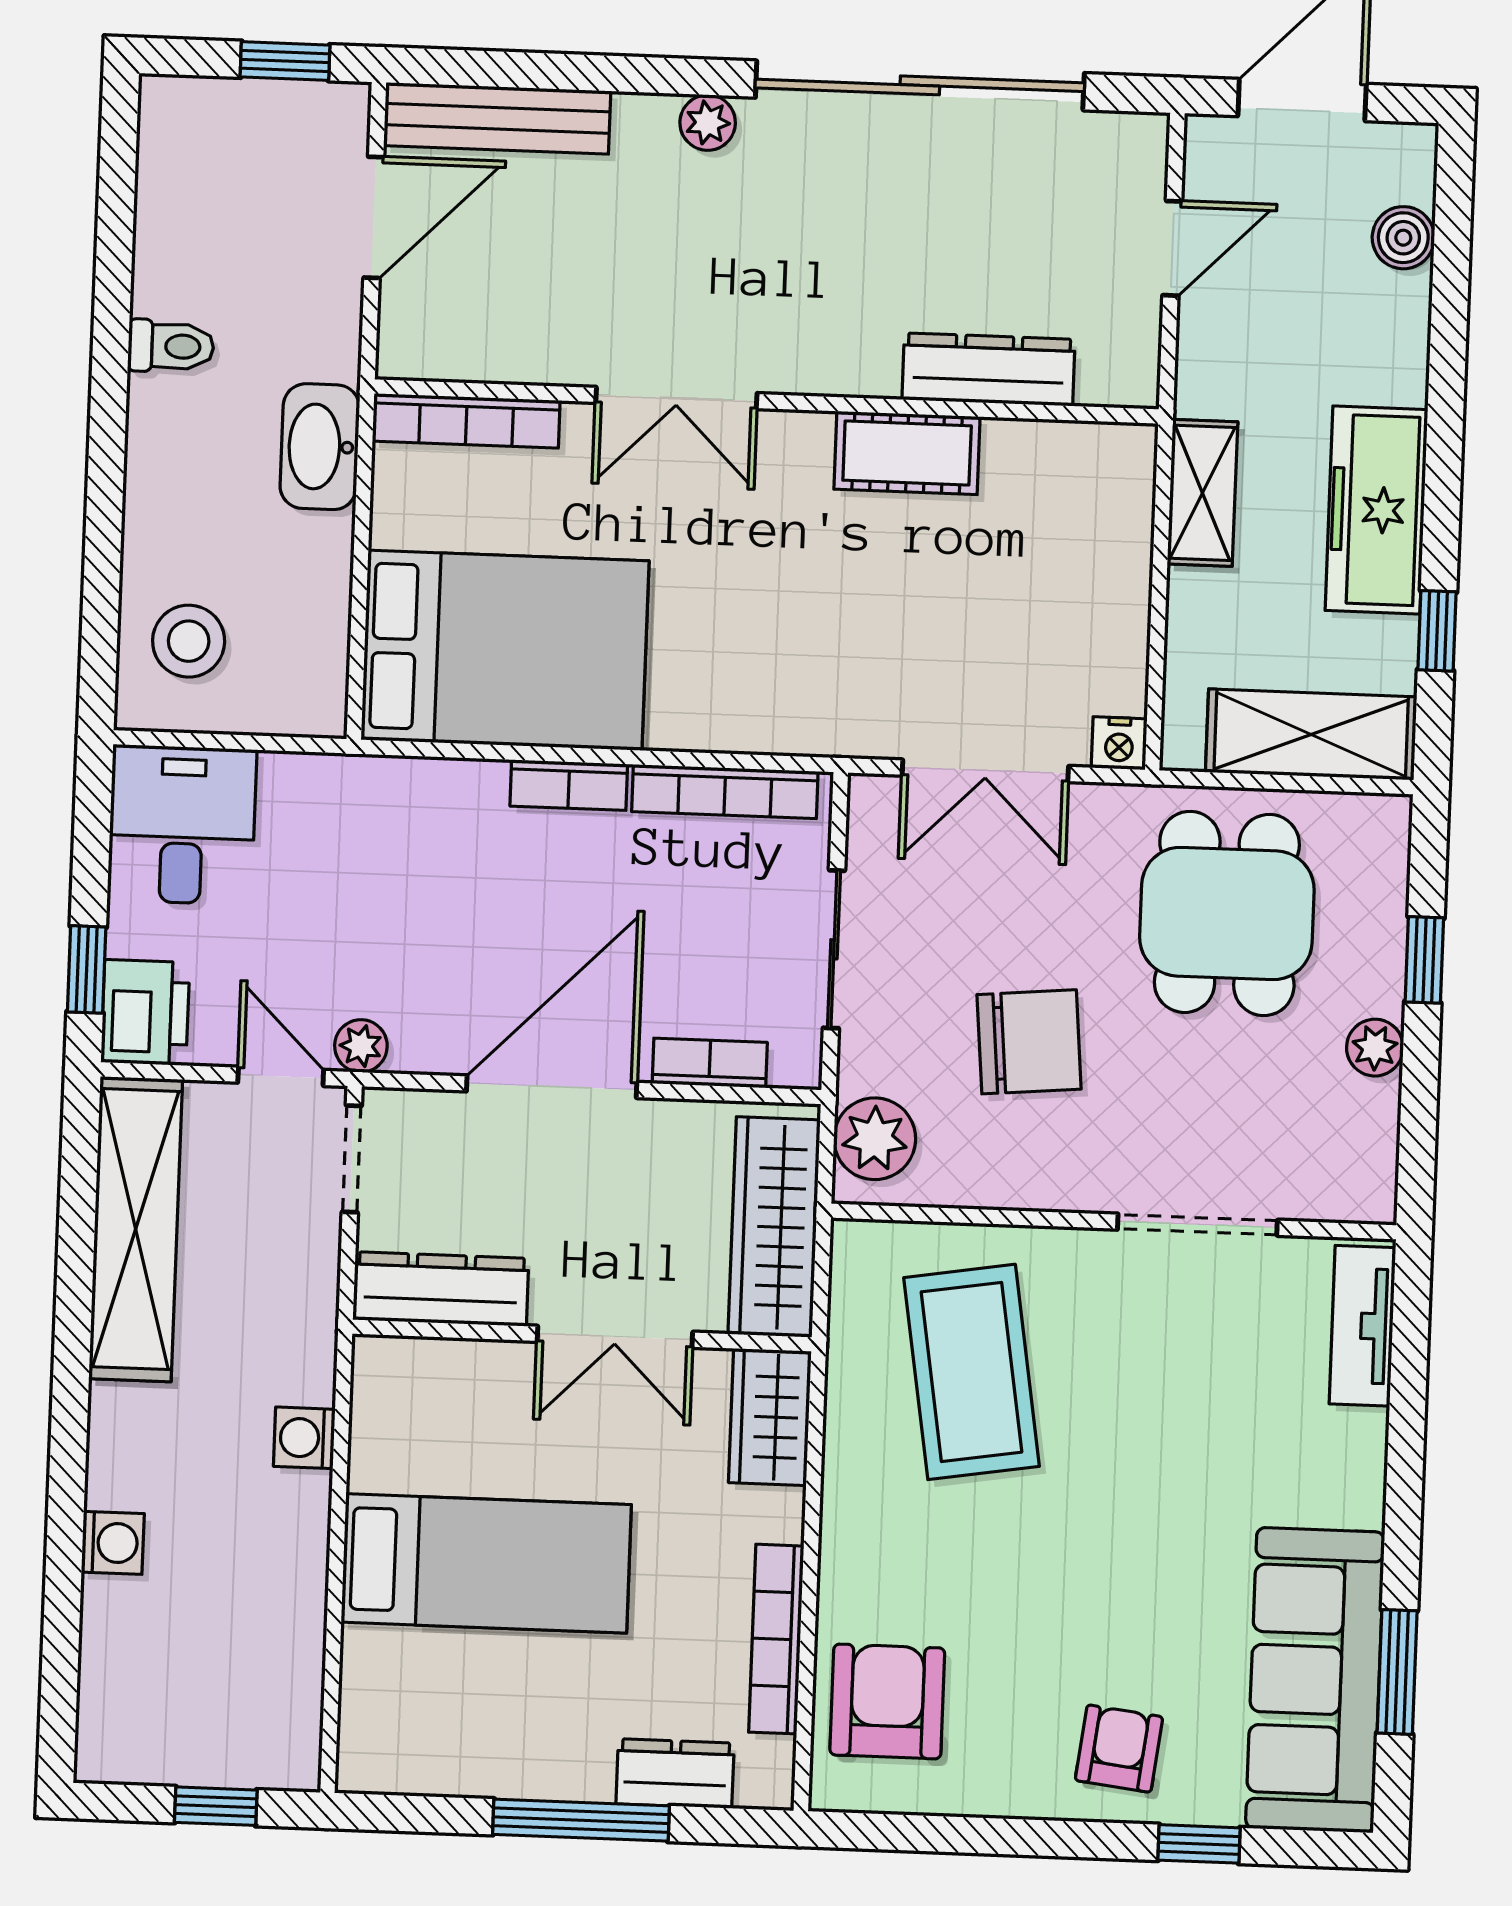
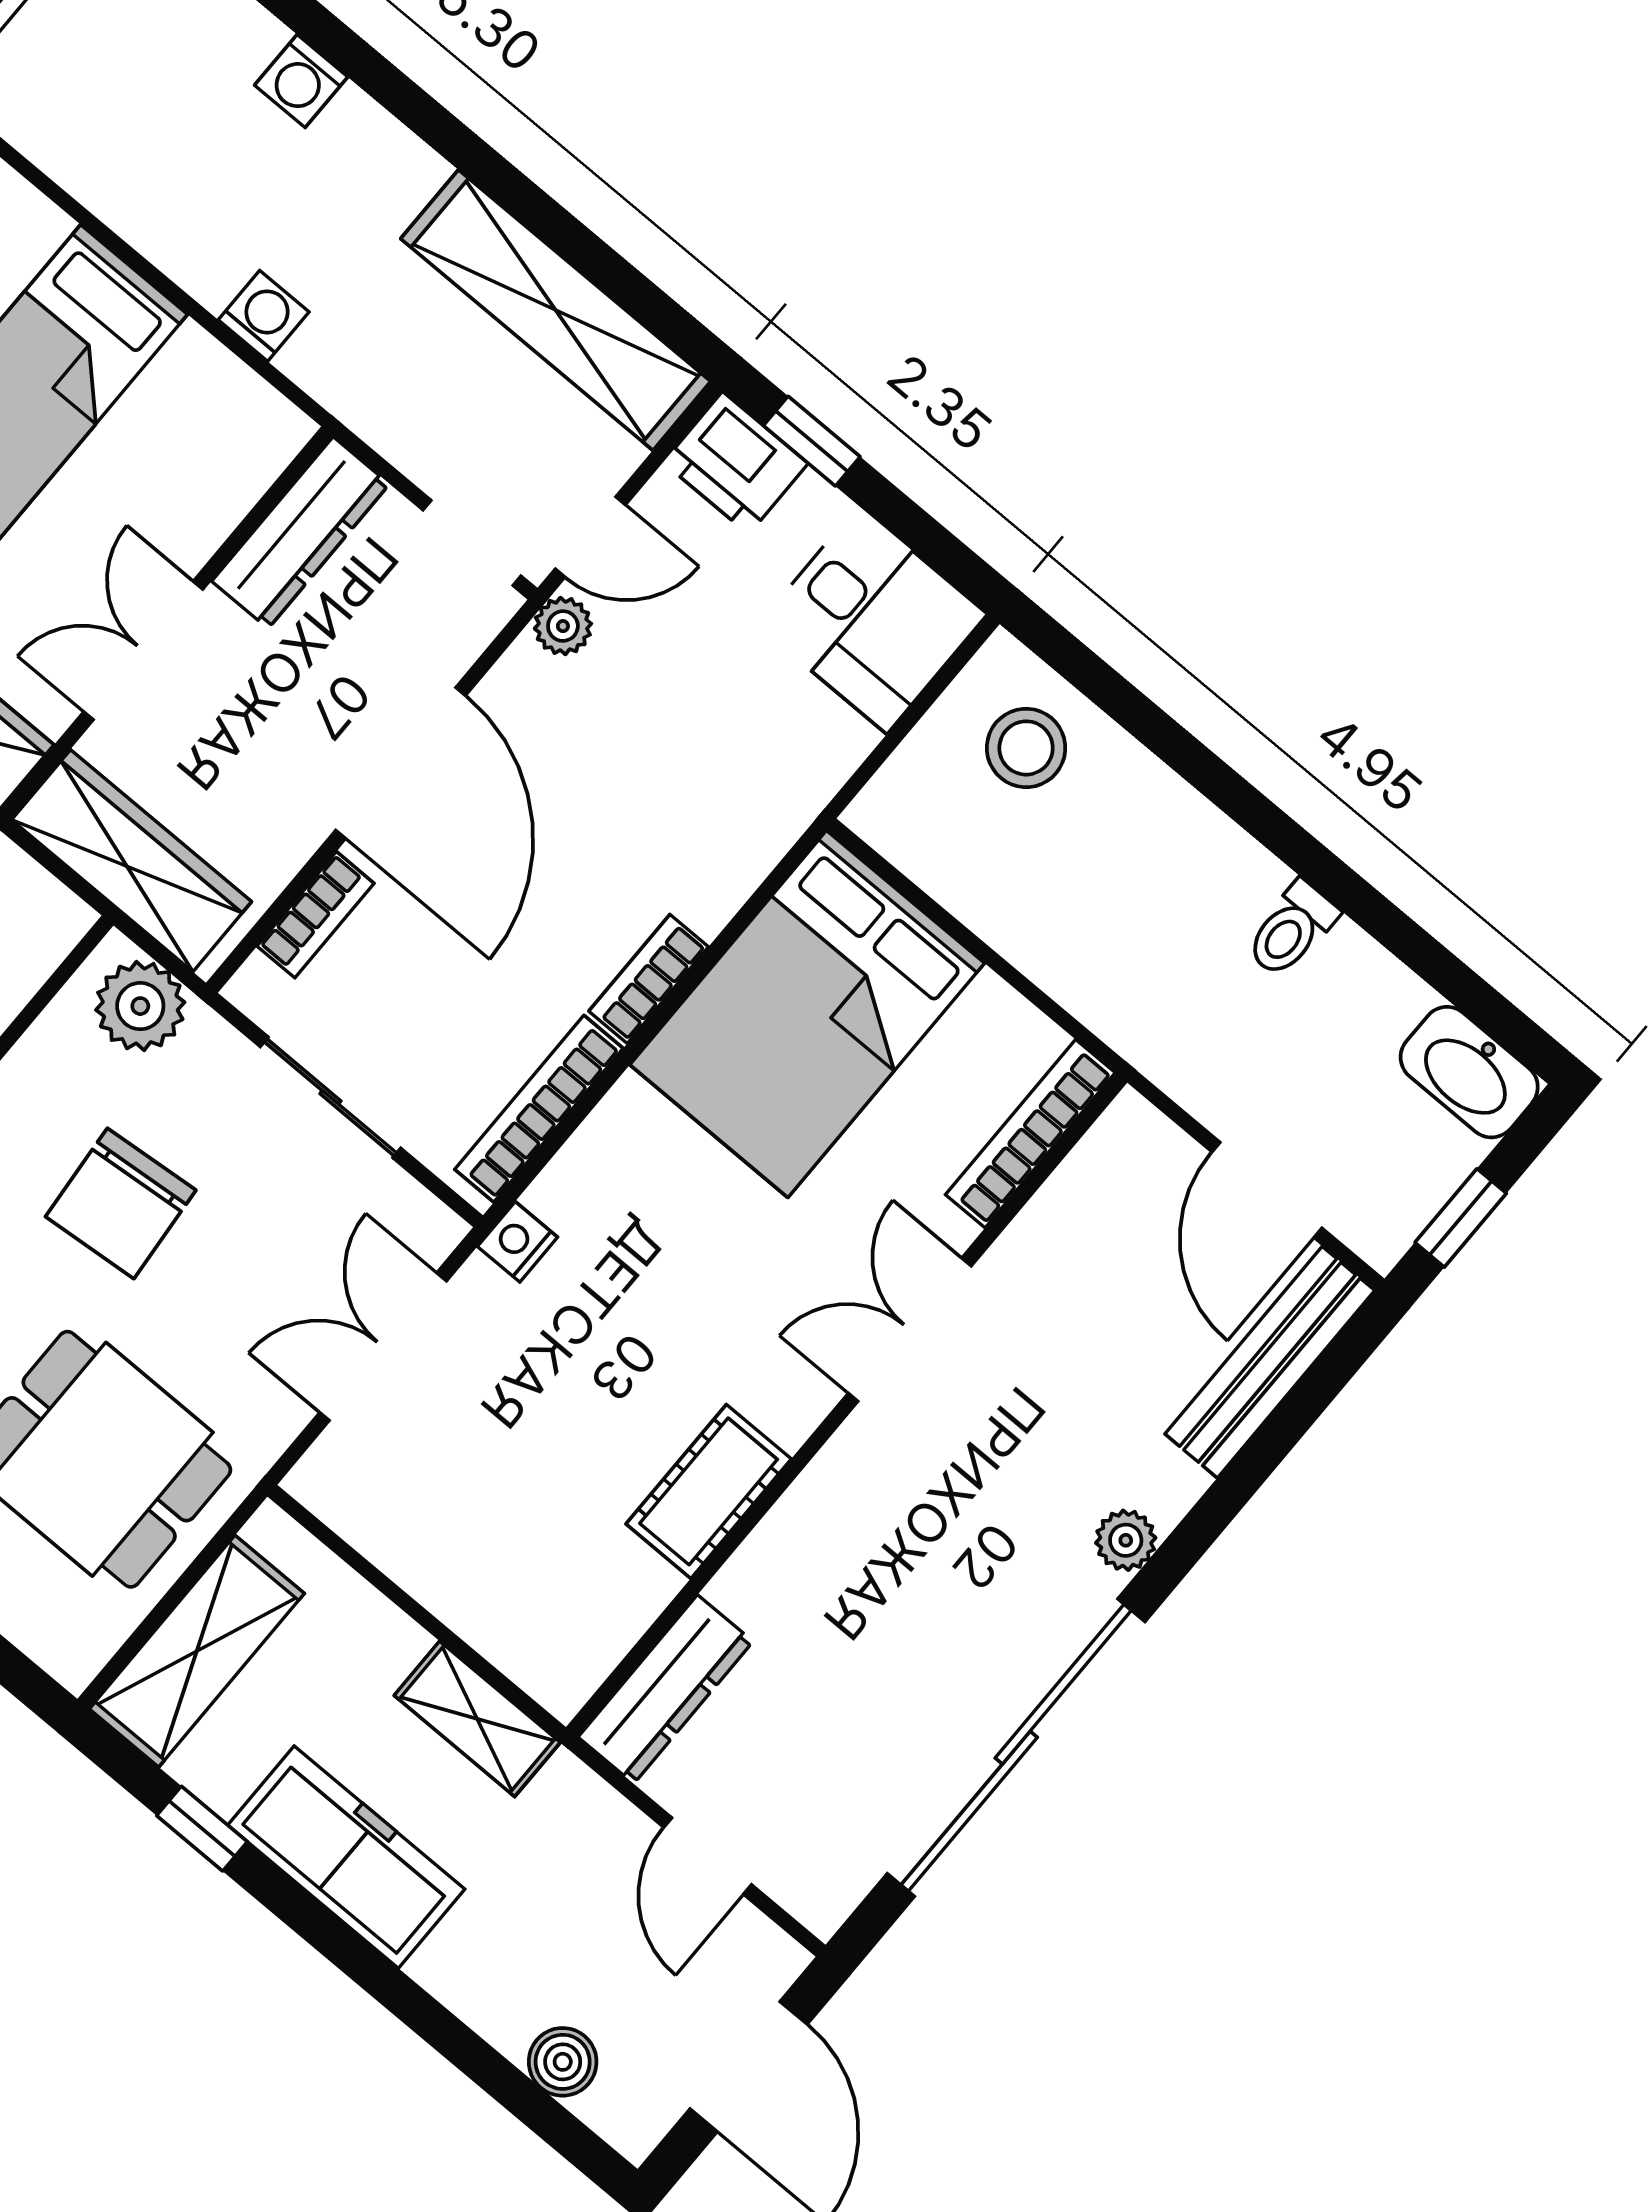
dresser: (988, 369) -> (666, 1689), moved
washbasin: (320, 447) -> (1469, 1072), moved, turned 180
nightstand: (1119, 743) -> (517, 1242), moved

